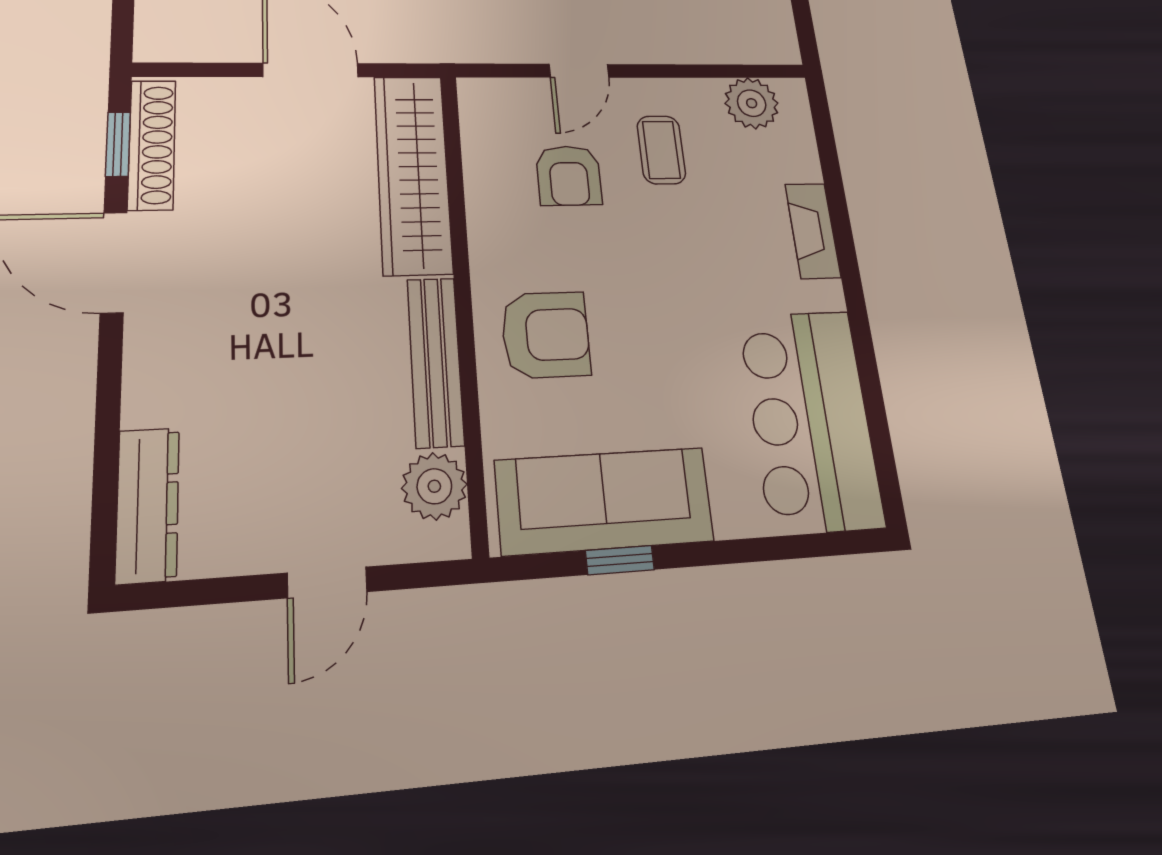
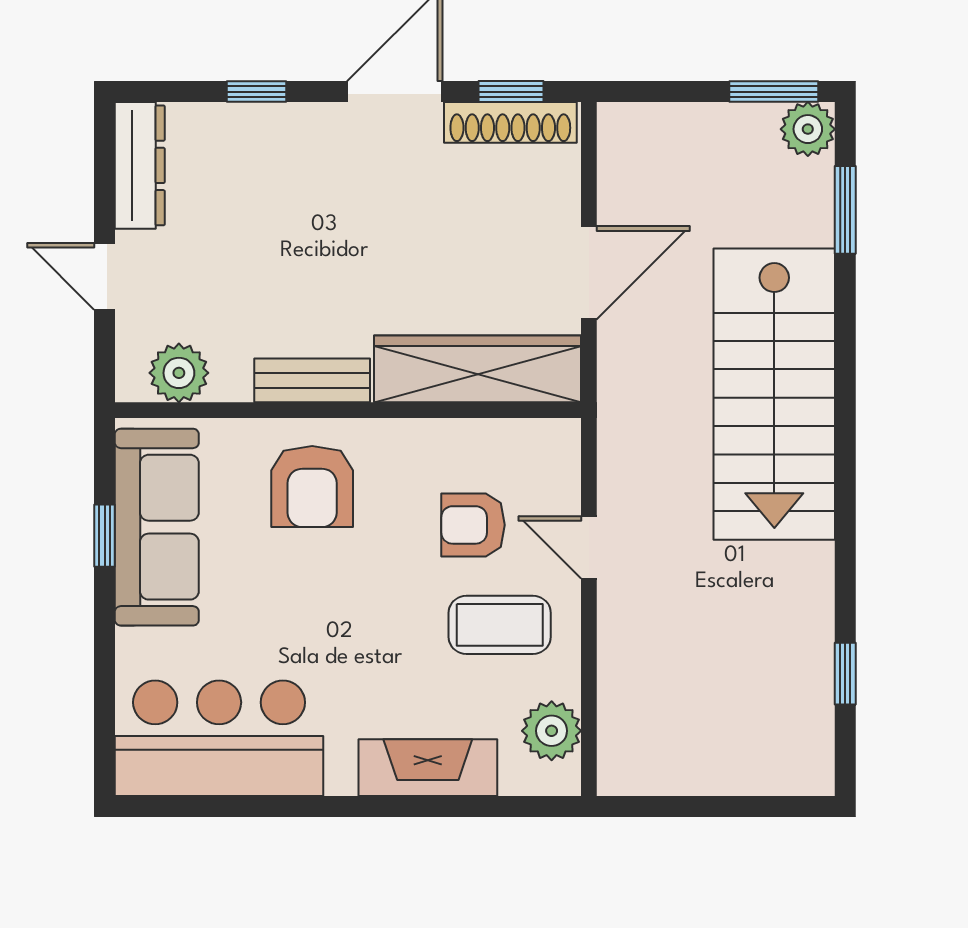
coffee table: (661, 150) -> (500, 625), width x1.36, depth x1.30
fireplace: (813, 231) -> (428, 768), width x1.37, depth x1.32
bench: (435, 361) -> (312, 380), width x0.73
window: (108, 415) -> (257, 92), added
dresser: (148, 505) -> (140, 165), moved, turned -90

